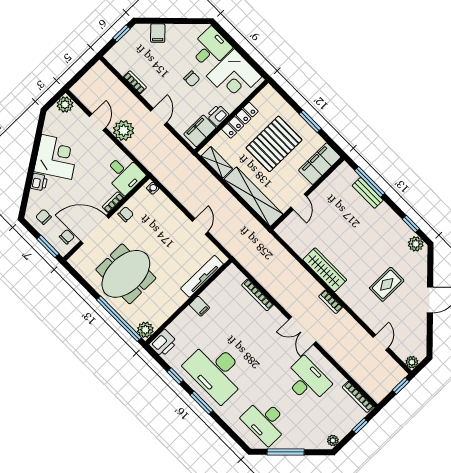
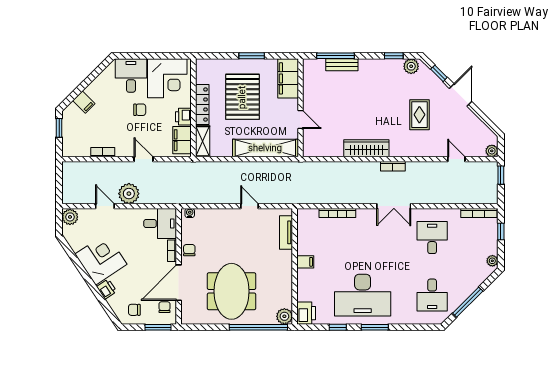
shelving: (217, 162) -> (203, 141), moved, turned 90
window: (430, 269) -> (439, 73), added
tv unit: (202, 276) -> (286, 232), width x0.71
desk: (307, 381) -> (432, 238), width x0.73
desk: (265, 421) -> (432, 295), width x0.73

